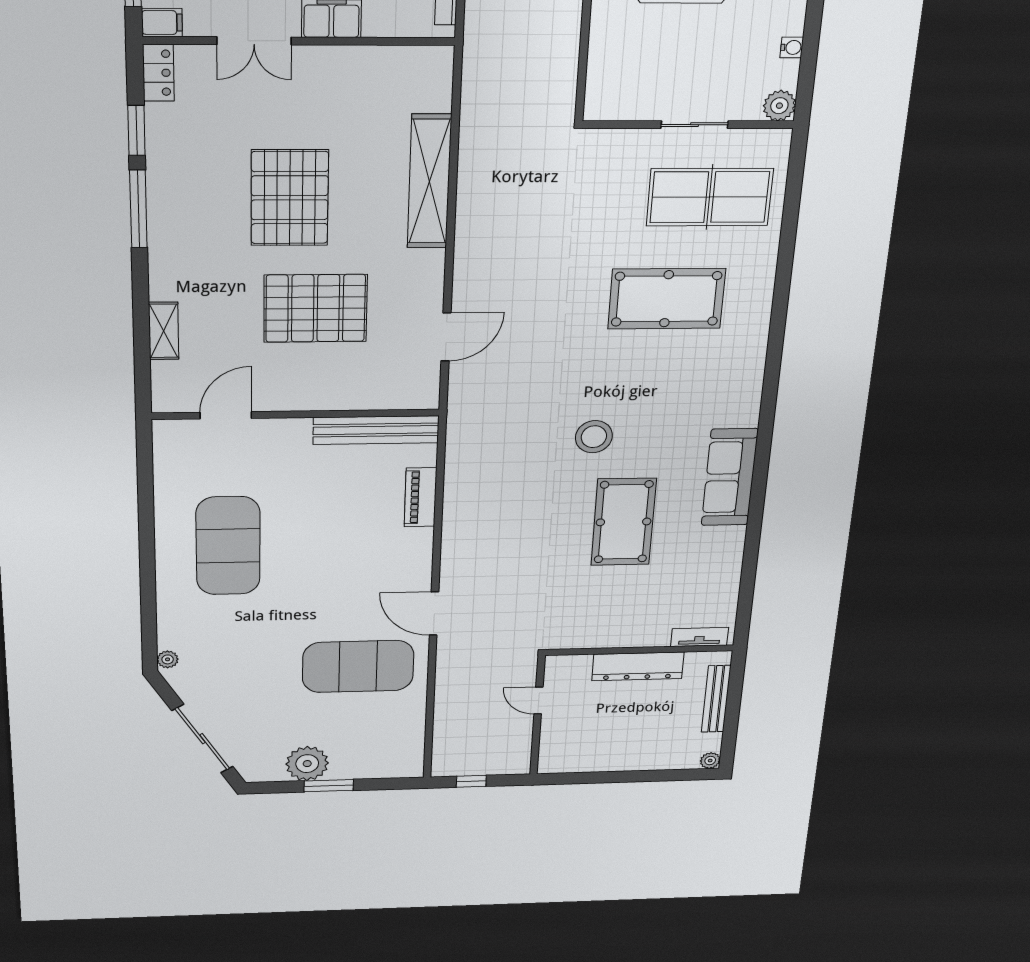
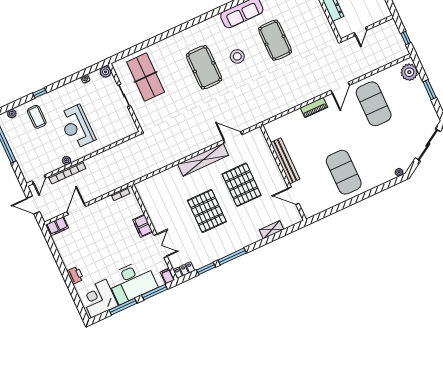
shelving: (429, 182) -> (203, 160), moved
pallet: (290, 198) -> (207, 211), turned 90
pool table: (667, 299) -> (204, 67), moved
bench: (376, 430) -> (285, 161), moved
stool: (594, 437) -> (237, 56), moved
piano: (420, 497) -> (314, 107), moved
pool table: (624, 522) -> (275, 40), turned 90
exercise mat: (228, 546) -> (344, 172), turned 90
plant: (307, 764) -> (409, 72), moved

